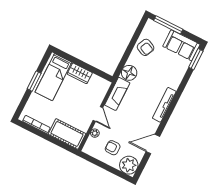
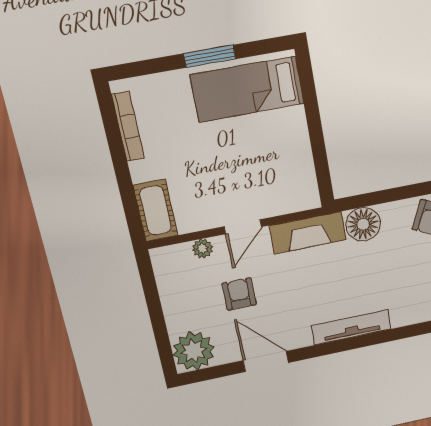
wardrobe: (80, 73) -> (294, 135), removed
cot: (67, 134) -> (156, 210), width x0.73, depth x0.75
armchair: (113, 148) -> (239, 294), moved

